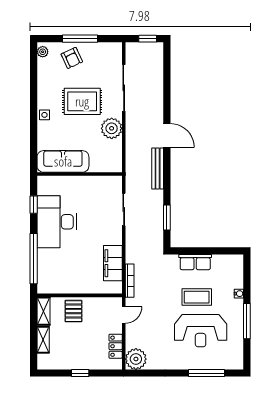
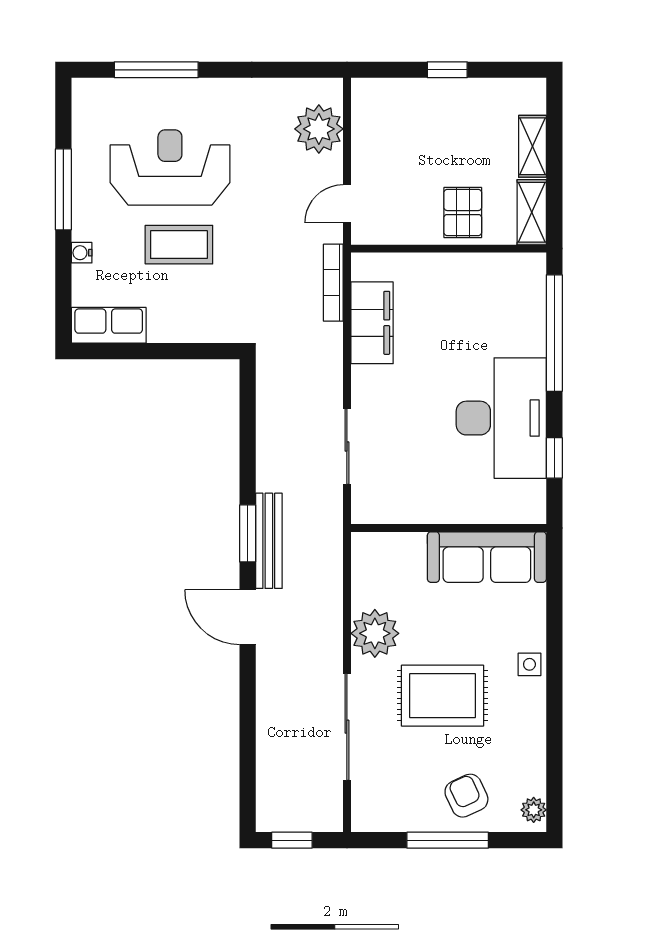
window: (167, 218) -> (248, 533), moved
row of seats: (195, 262) -> (109, 325), moved
locker: (116, 346) -> (366, 132), removed
plant: (136, 359) -> (319, 129), moved

